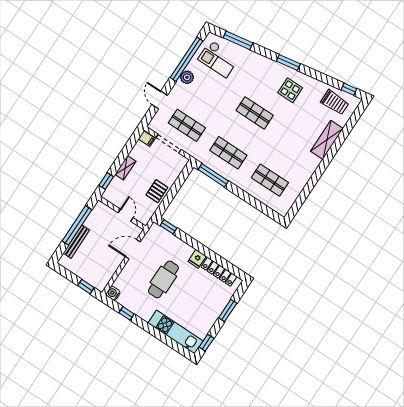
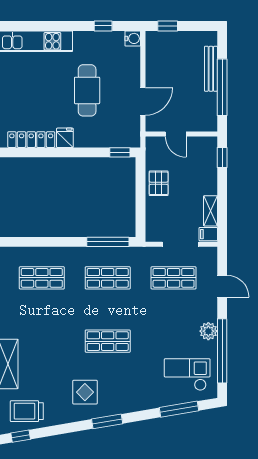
shelving: (125, 168) -> (210, 211), moved

